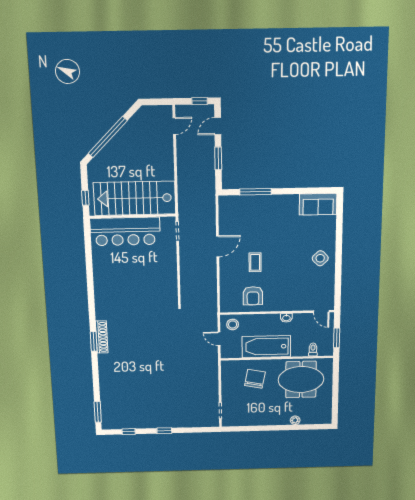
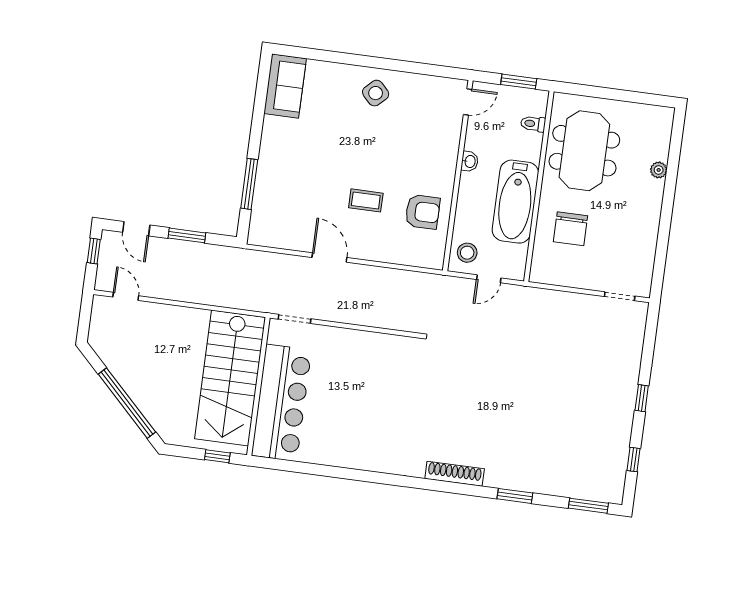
window: (94, 341) -> (515, 496), moved
chair: (255, 379) -> (571, 229), turned -101

